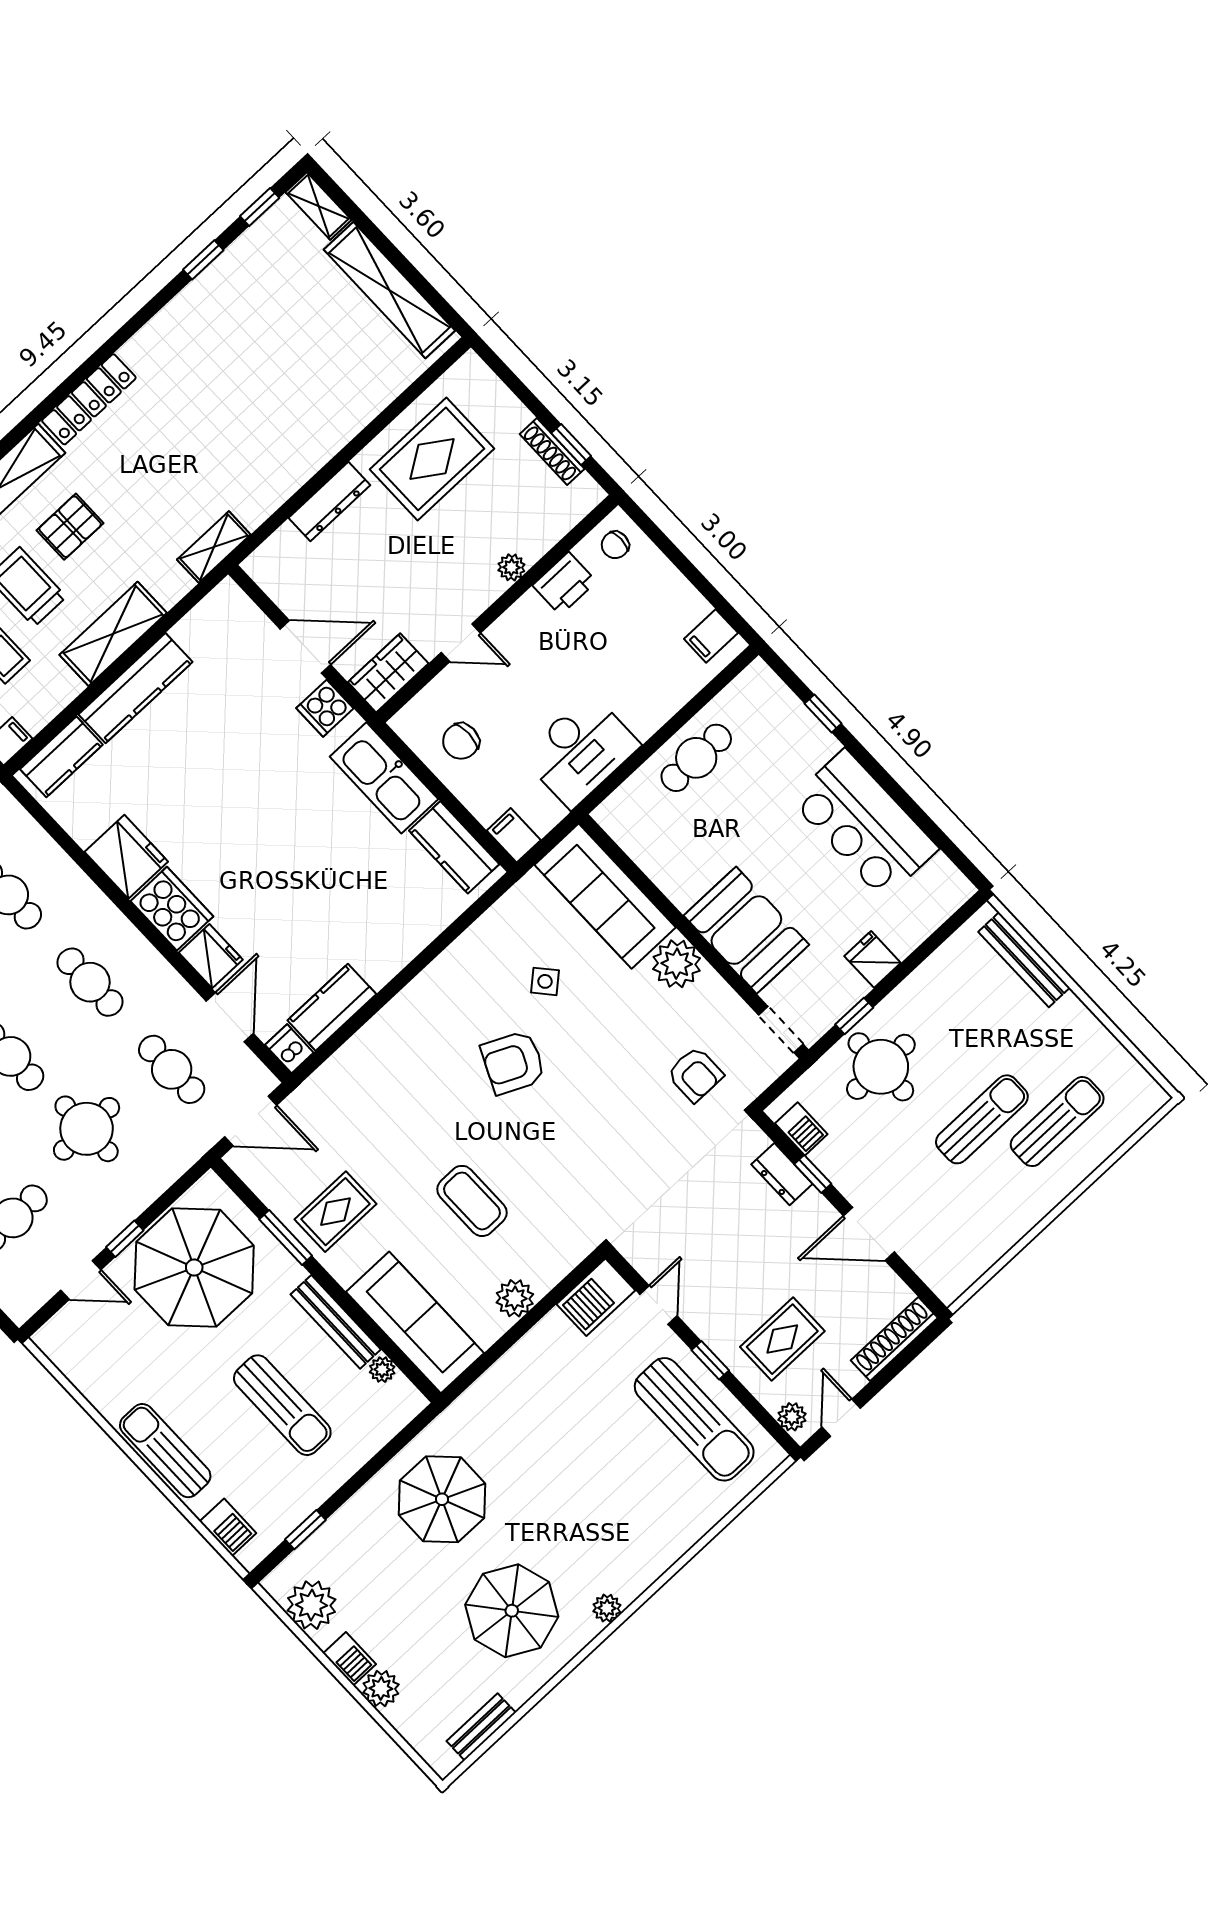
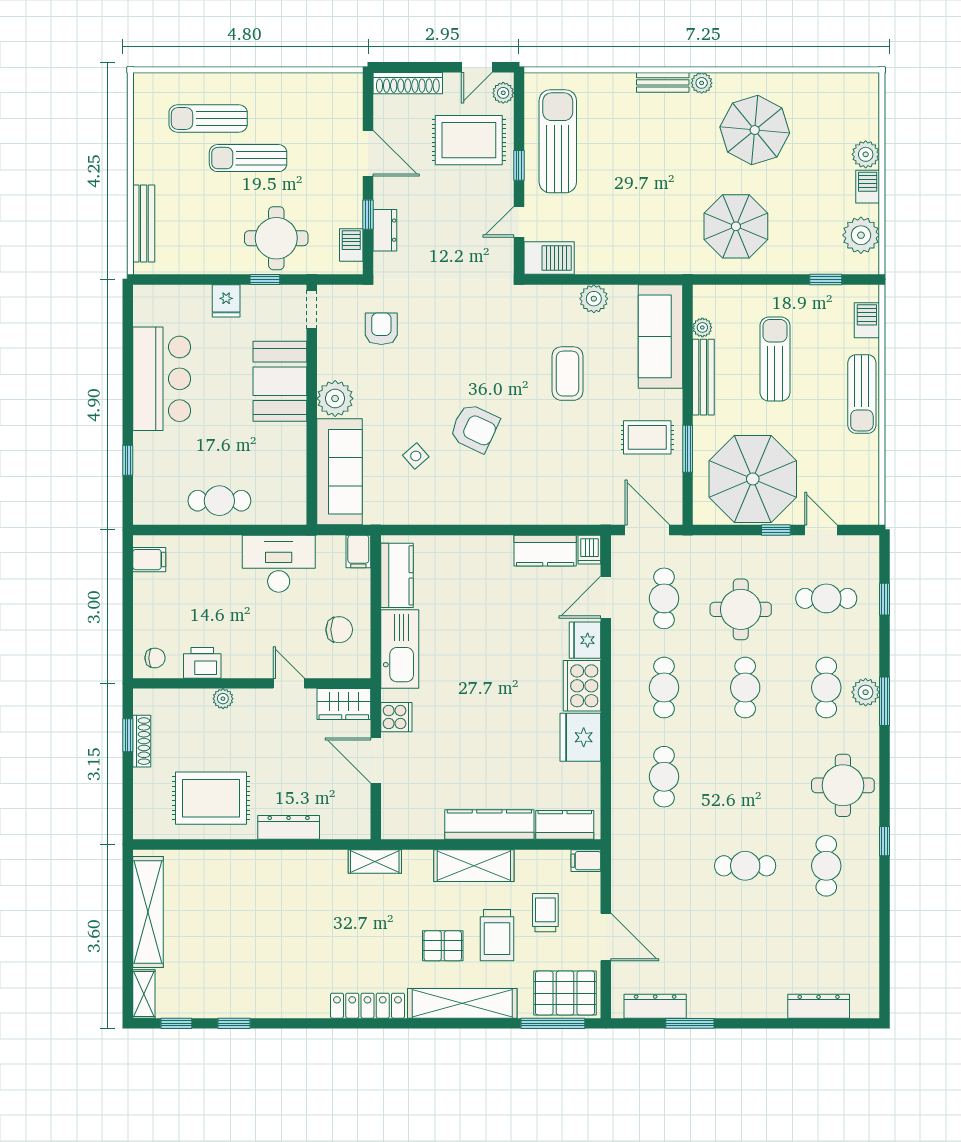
rug: (782, 1339) -> (469, 140), width x1.36, depth x1.43
bench: (481, 1727) -> (663, 82), moved

